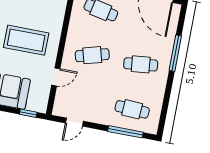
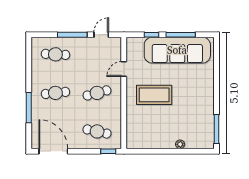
window: (28, 113) -> (151, 35), moved
window: (125, 132) -> (72, 35), moved

